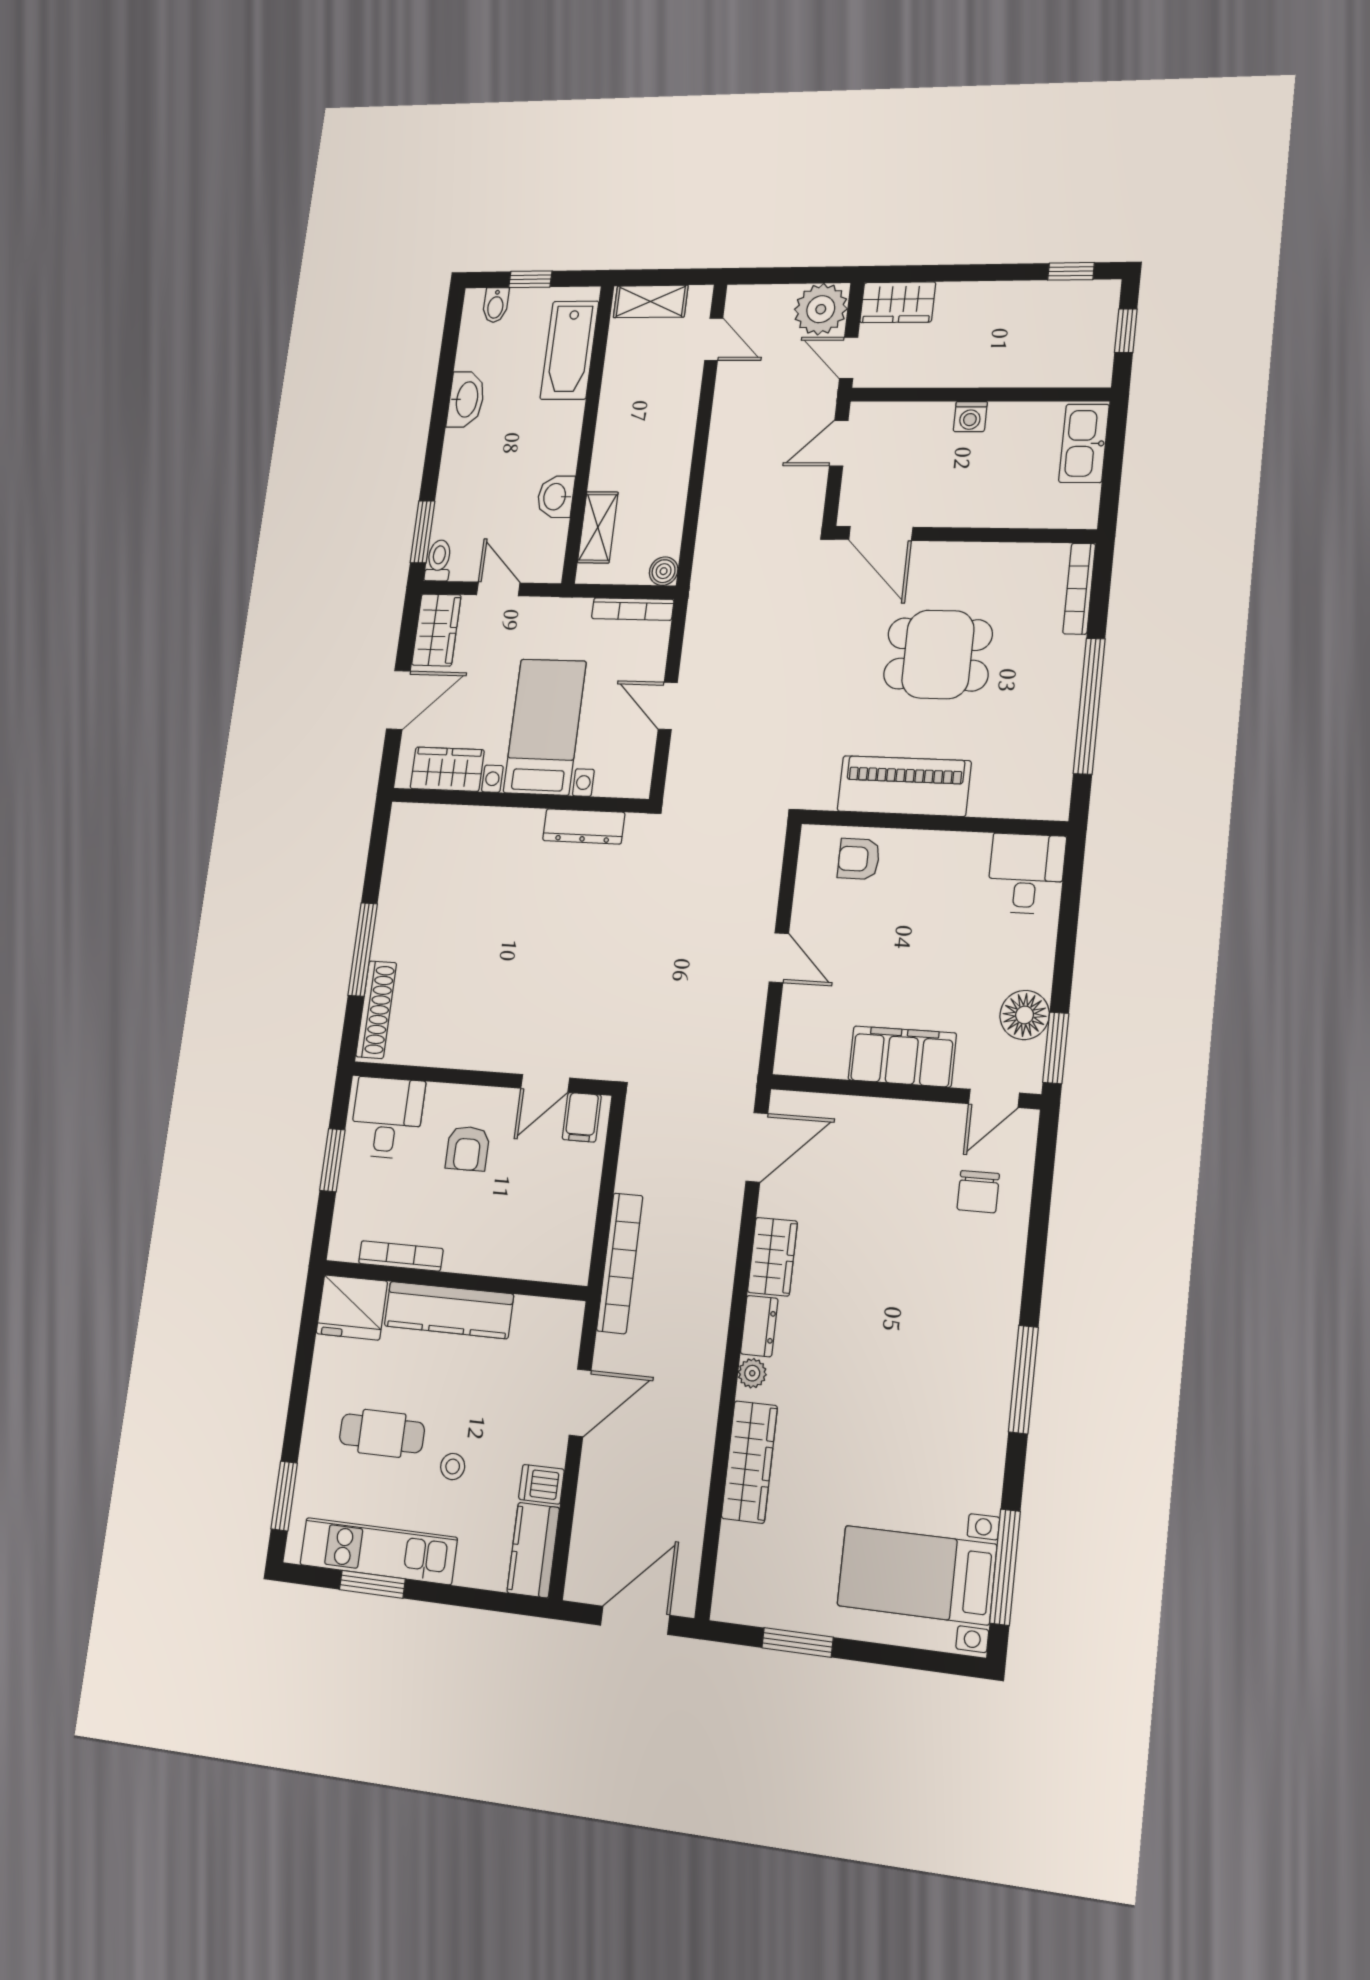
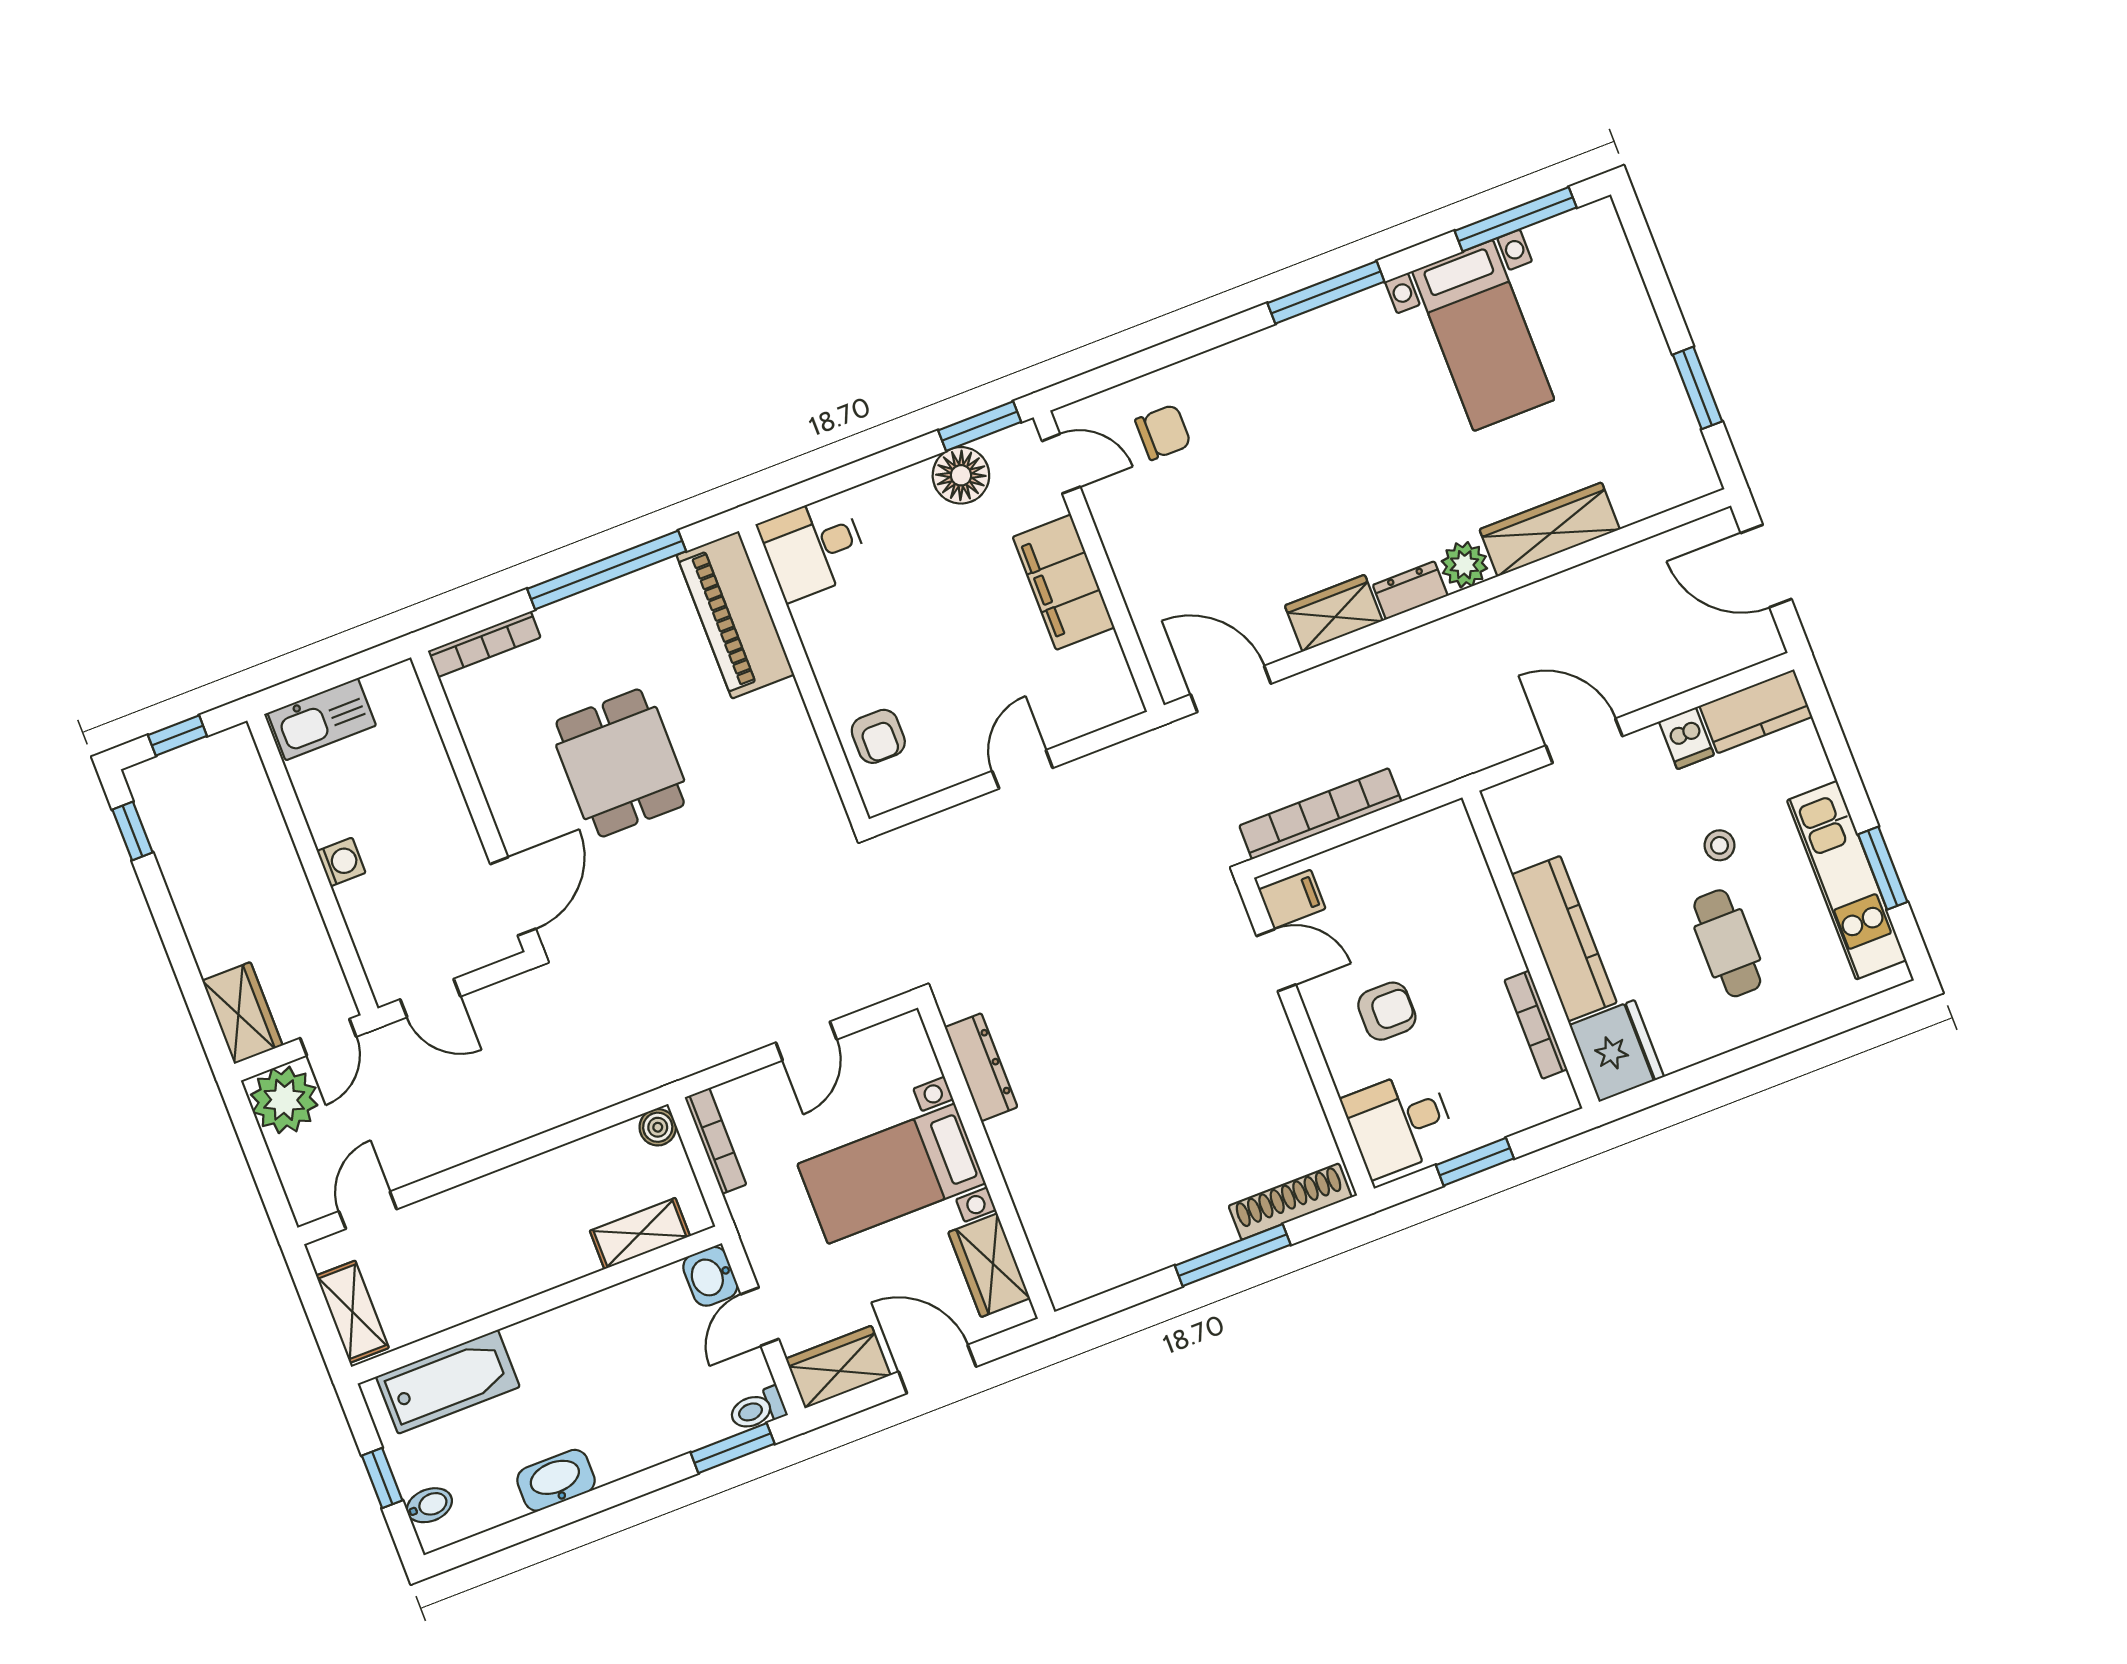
washbasin: (556, 497) -> (710, 1276), moved, turned 90
piano: (904, 786) -> (735, 615), moved
bookcase: (620, 1263) -> (1320, 814), moved
plant: (752, 1373) -> (1464, 565), width x1.38, depth x1.38
window: (284, 1496) -> (1848, 1018), removed
bed with nightstands: (917, 1575) -> (1483, 335), moved

